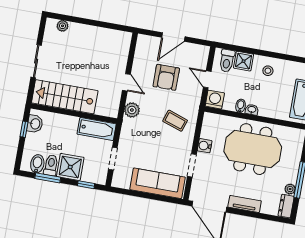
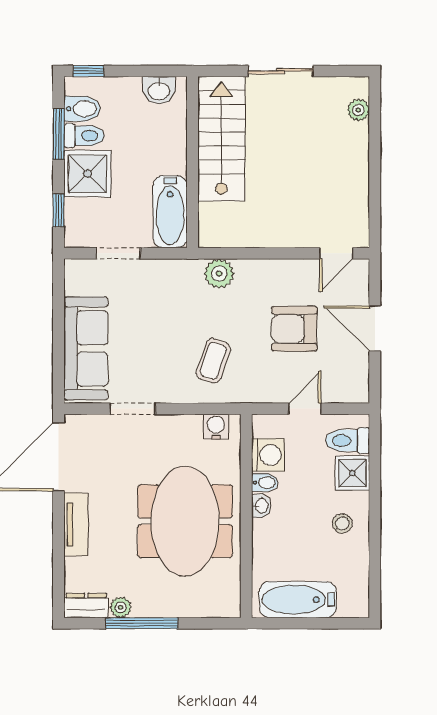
door: (126, 82) -> (336, 253), moved
washing machine: (215, 100) -> (268, 455), moved
window: (24, 129) -> (89, 71), moved
water cooler: (205, 146) -> (216, 427), moved

